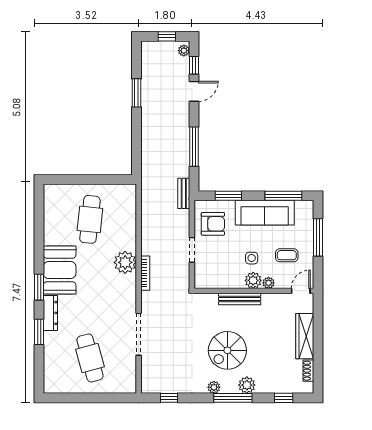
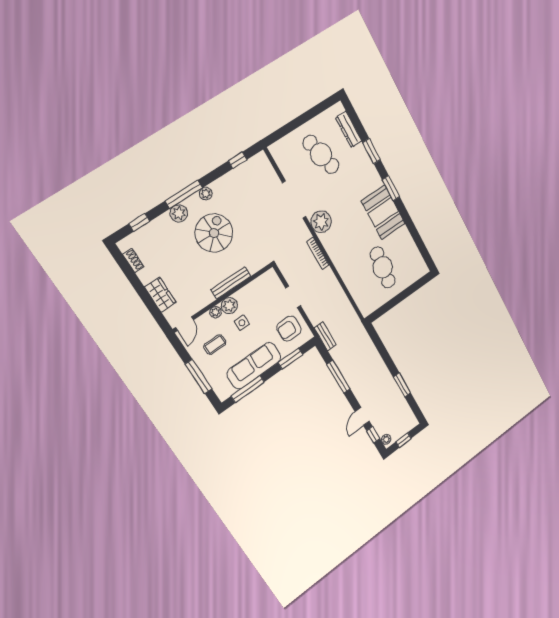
plant: (125, 262) -> (321, 222), moved
dresser: (50, 313) -> (349, 129), moved
wardrobe: (305, 336) -> (160, 295), width x0.67

